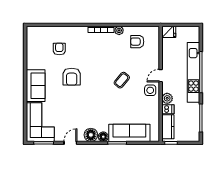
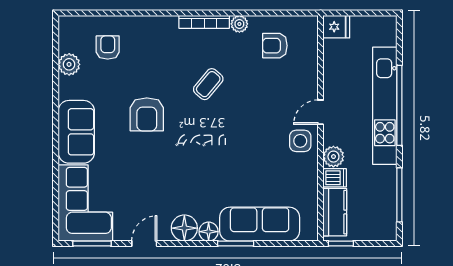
armchair: (59, 49) -> (108, 47), moved
plant: (32, 51) -> (69, 64), added
coffee table: (122, 80) -> (208, 84), moved

